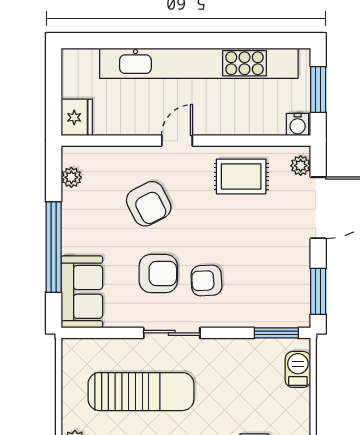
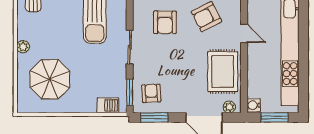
rug: (241, 177) -> (223, 72), width x1.36, depth x1.43
armchair: (206, 280) -> (151, 93), moved
sliding door: (172, 333) -> (130, 47), moved

